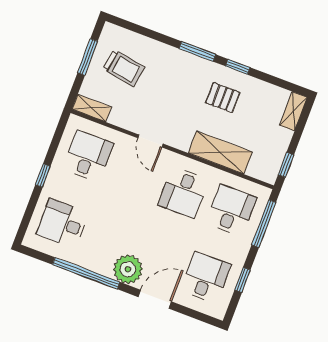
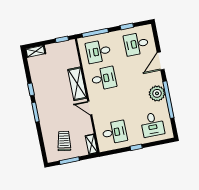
pallet: (223, 98) -> (49, 87), removed
door: (150, 141) -> (90, 108), swing flipped
shelving: (220, 152) -> (77, 84), moved
desk: (88, 156) -> (114, 132), turned 180
plant: (128, 269) -> (157, 93), moved
door: (155, 299) -> (161, 61), hinge flipped

